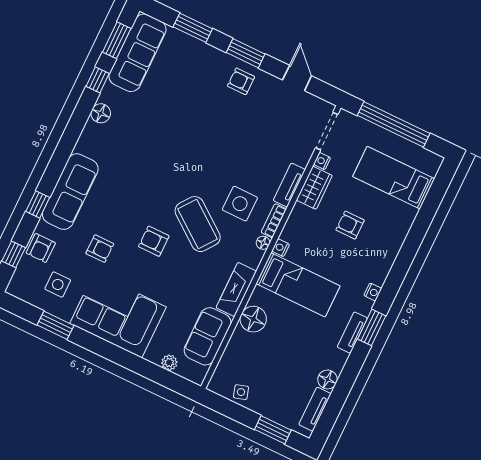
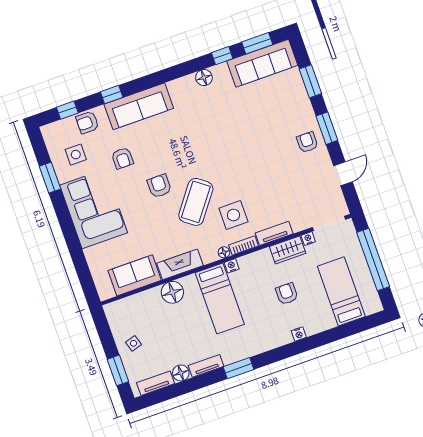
nightstand: (373, 292) -> (299, 334), moved
tv unit: (352, 333) -> (206, 366), moved
plant: (169, 363) -> (96, 268), removed
side table: (241, 392) -> (133, 343), moved

